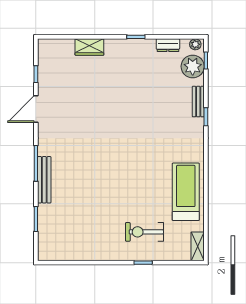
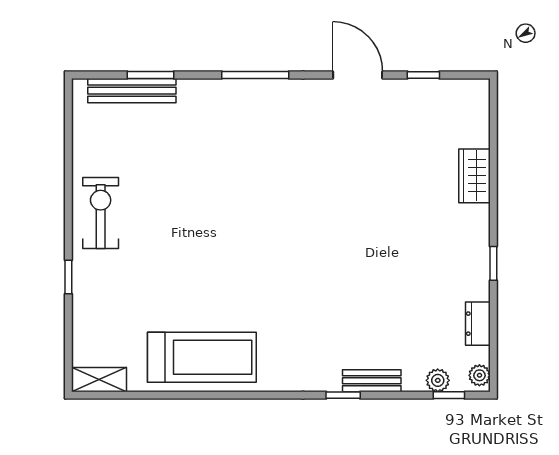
plant: (193, 66) -> (438, 380), width x0.53, depth x0.53
bench: (44, 180) -> (132, 91), moved
exercise bike: (144, 232) -> (101, 213), moved

